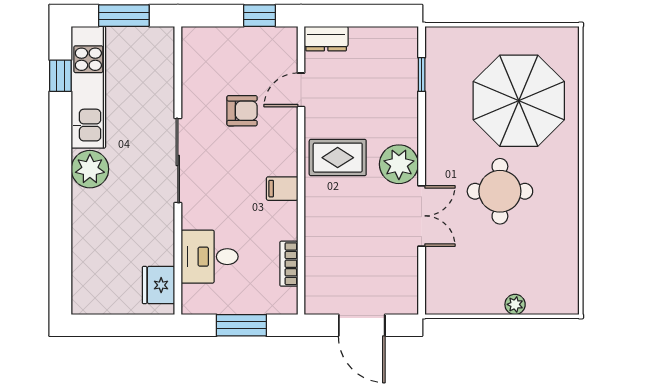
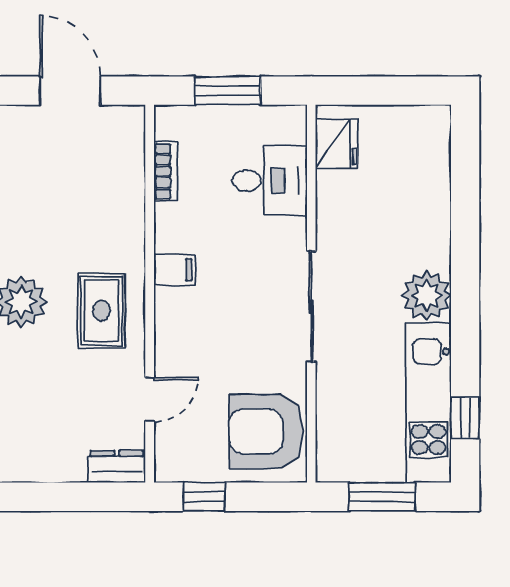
armchair: (242, 111) -> (266, 431), moved, width x1.88, depth x1.88
rug: (338, 158) -> (102, 311), turned 90

